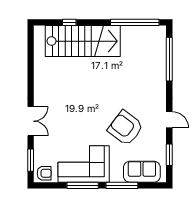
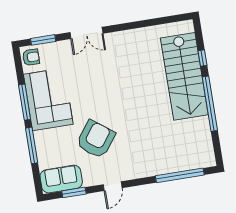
window: (135, 22) -> (210, 104), moved
sofa: (142, 172) -> (61, 179), moved, turned -90
armchair: (44, 173) -> (31, 57), turned -90

